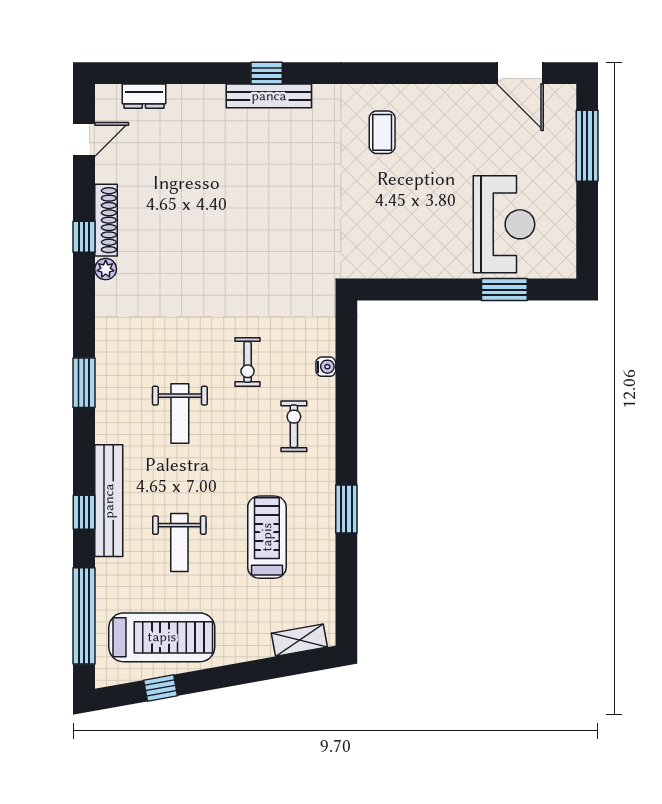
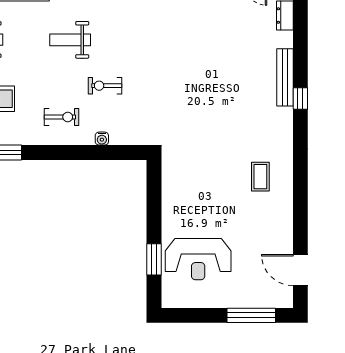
door: (520, 73) -> (300, 270), hinge flipped
bench: (269, 96) -> (285, 77), moved
coffee table: (382, 132) -> (260, 177), turned 90

